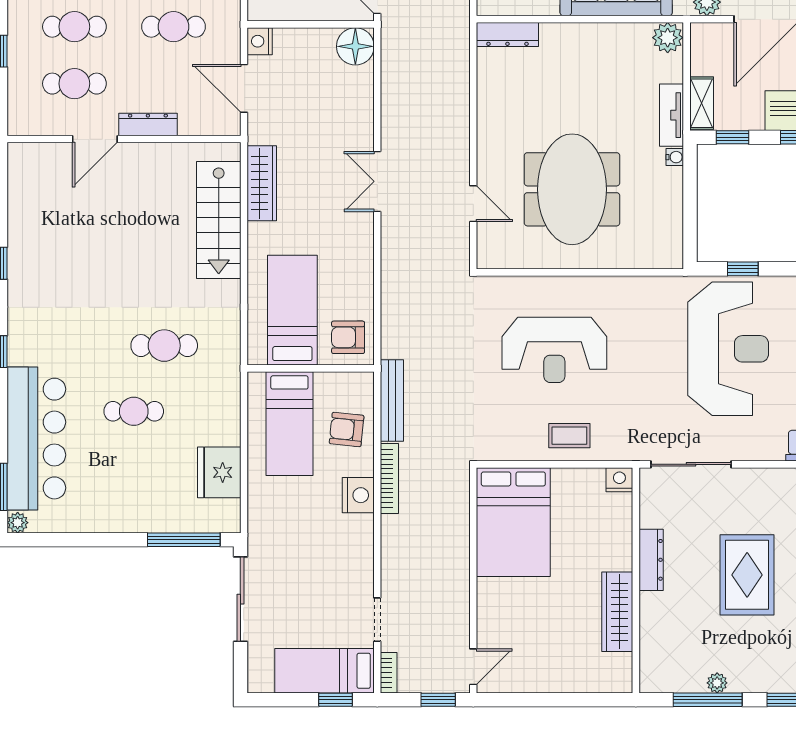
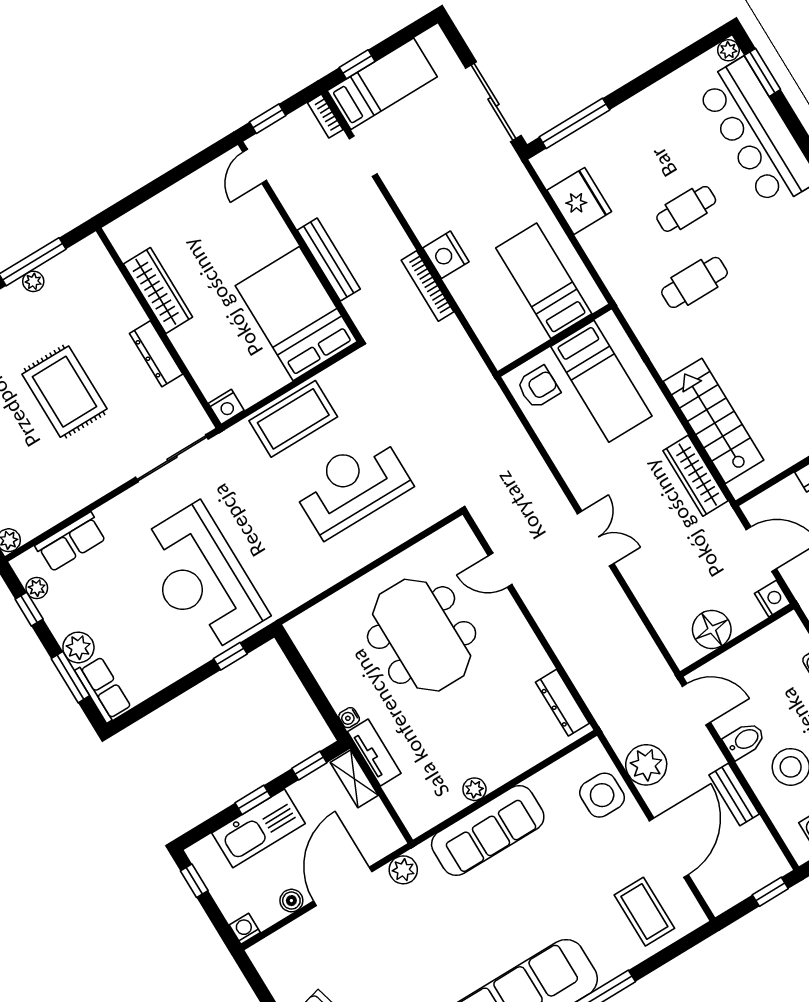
dresser: (507, 34) -> (562, 703), moved, turned -90
plant: (668, 38) -> (474, 789), moved, width x0.73, depth x0.73
floor lamp: (355, 46) -> (712, 629), moved
bench: (392, 400) -> (329, 260), moved
armchair: (347, 430) -> (491, 306), removed
coffee table: (569, 436) -> (293, 419), width x1.86, depth x1.72

